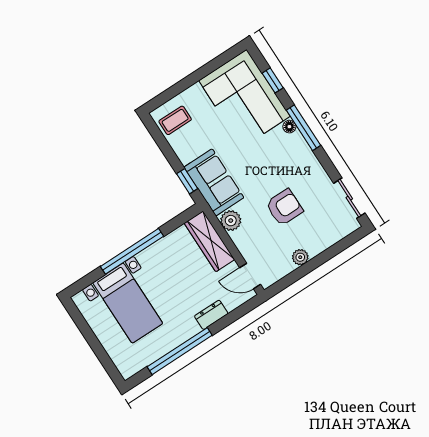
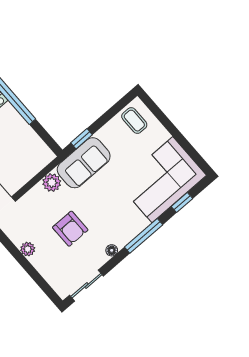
floor lamp: (289, 127) -> (112, 250), moved
wardrobe: (209, 241) -> (31, 166), removed

